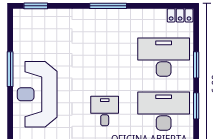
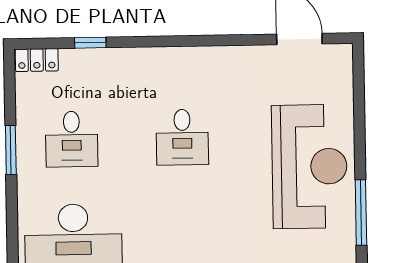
window: (196, 65) -> (12, 227), removed
desk: (164, 111) -> (72, 139), width x0.53, depth x0.77

